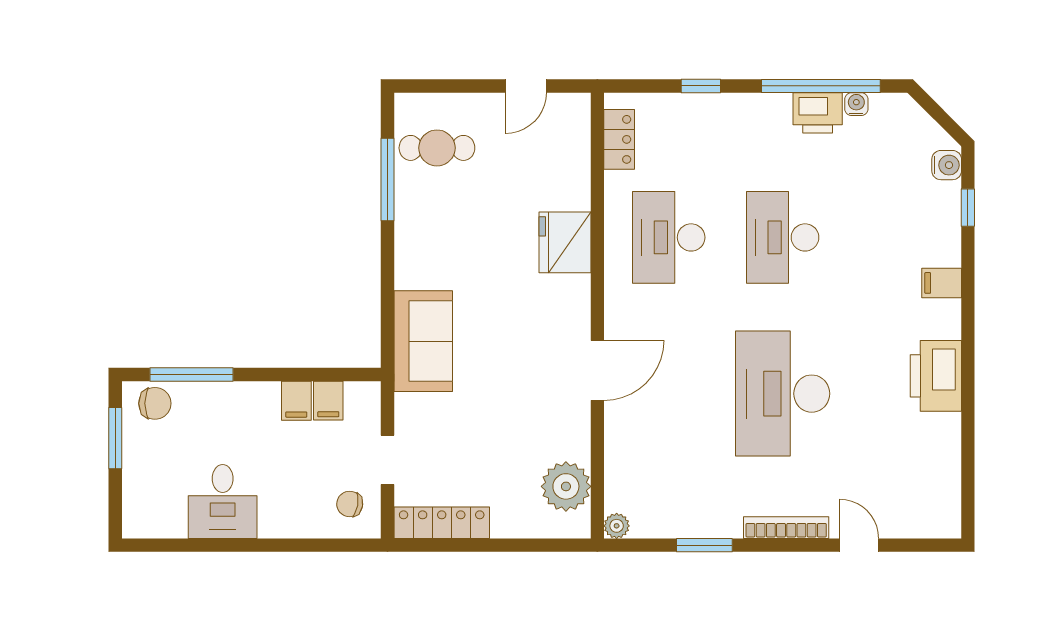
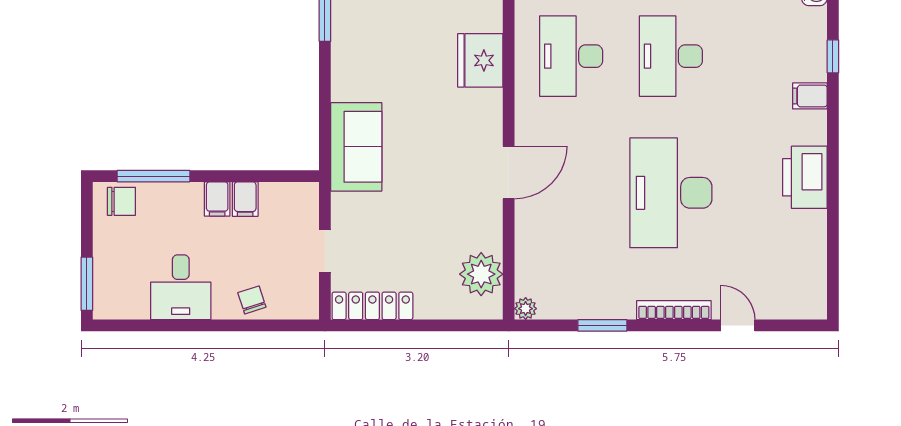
window: (968, 208) -> (833, 56), moved
filing cabinet: (328, 401) -> (217, 199), moved
window: (115, 438) -> (87, 284), moved
chair: (350, 504) -> (252, 300), moved, turned 62

